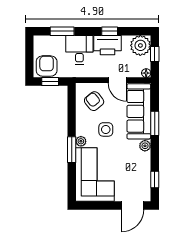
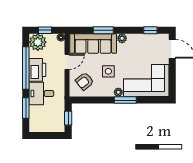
window: (110, 31) -> (26, 68), width x3.17
armchair: (47, 66) -> (55, 121), removed

